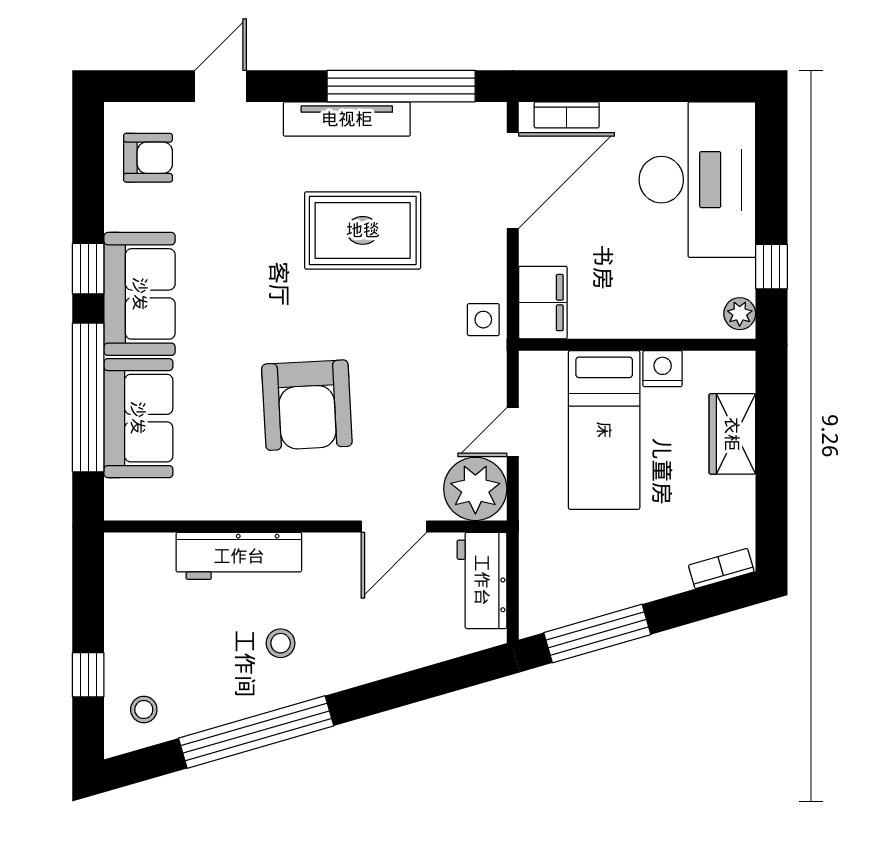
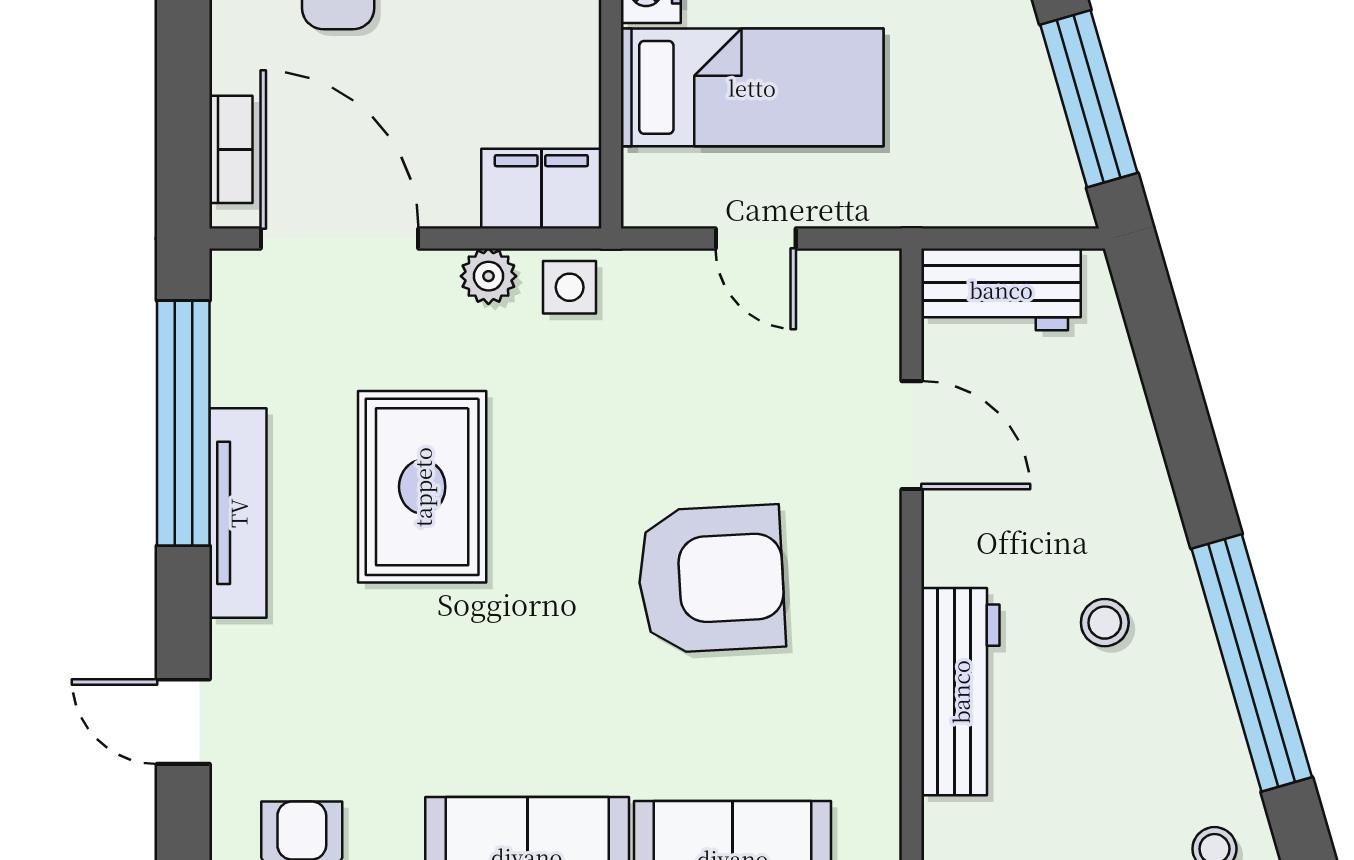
plant: (475, 489) -> (488, 276), moved, width x0.53, depth x0.53

